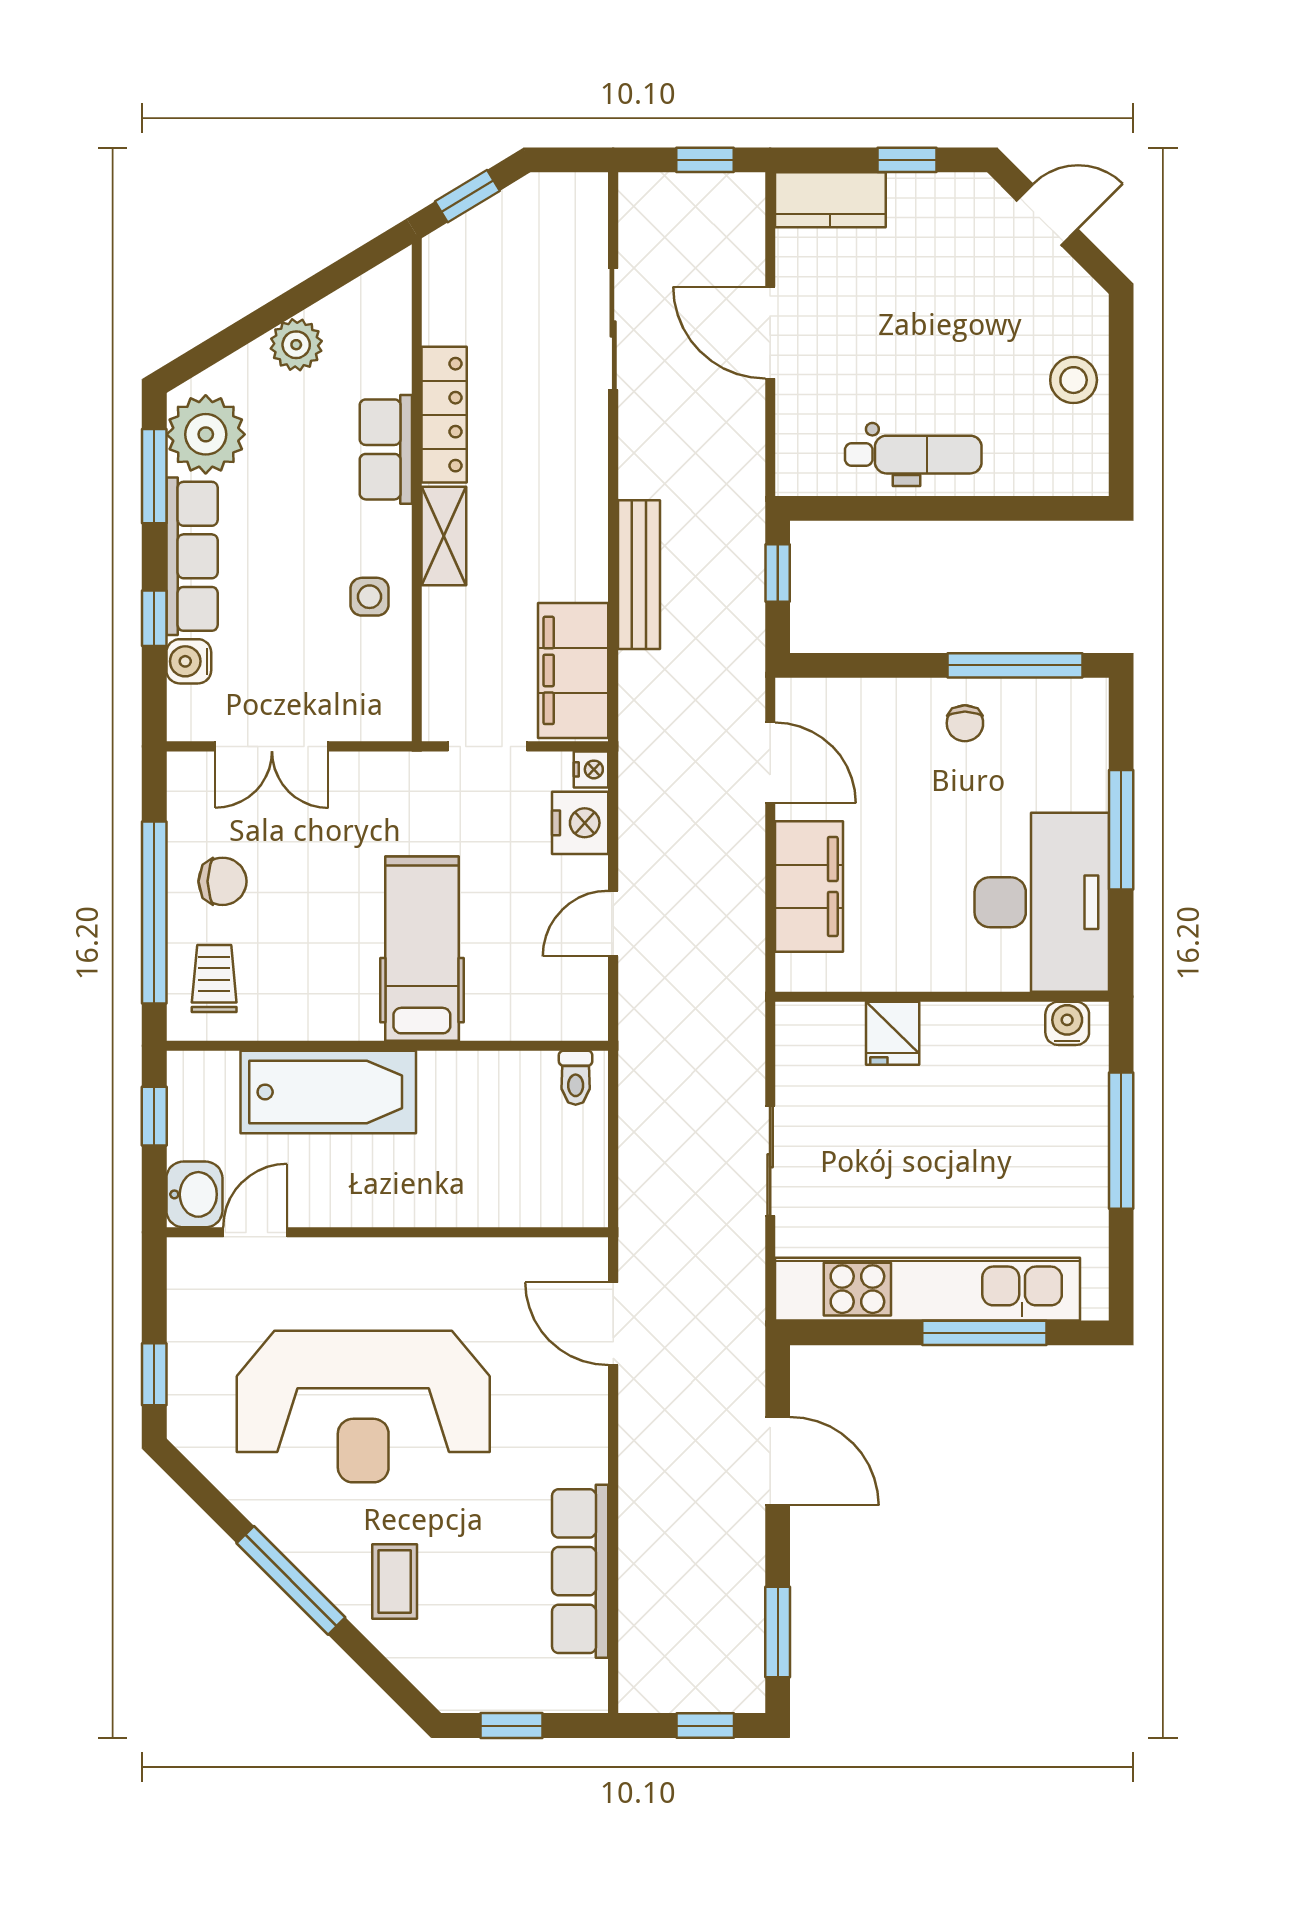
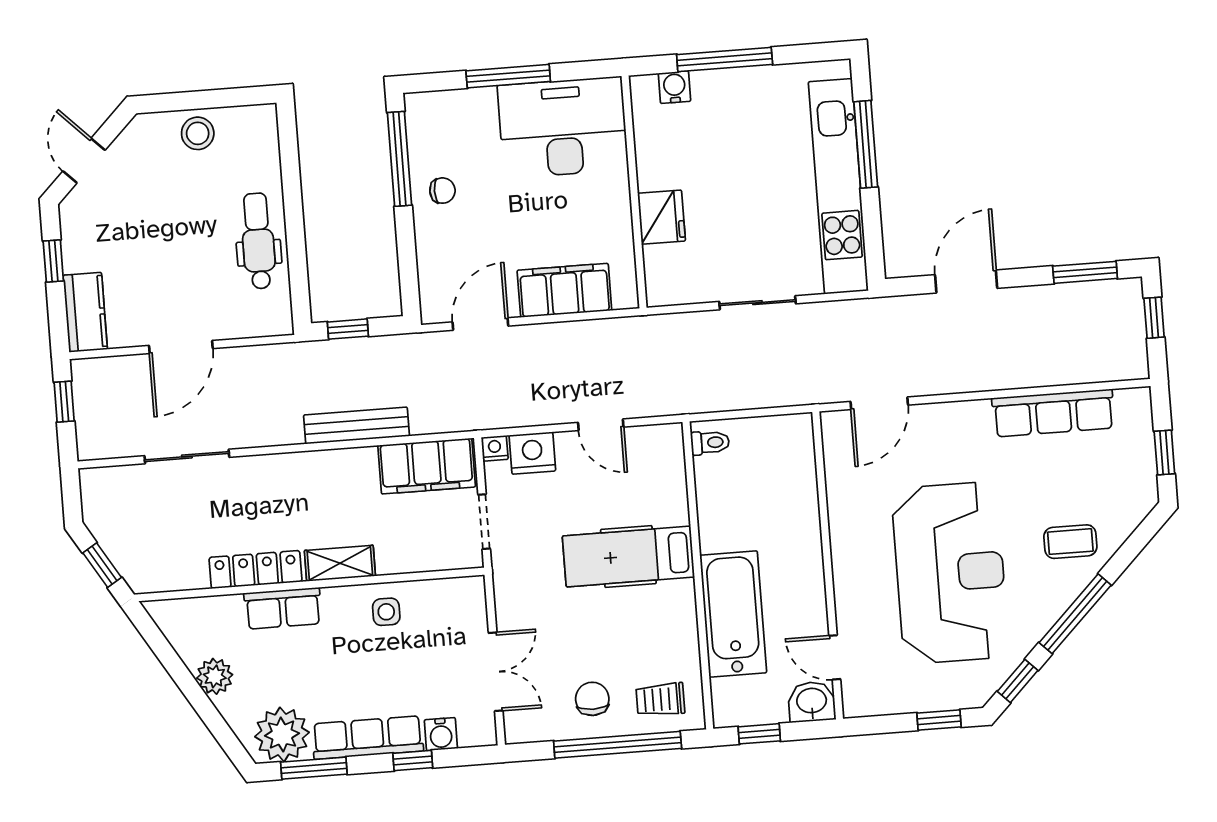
water cooler: (1067, 1023) -> (674, 87), moved, turned 90
fridge: (893, 1033) -> (661, 217), width x1.38
window: (201, 1491) -> (1018, 681), added

